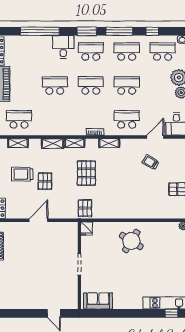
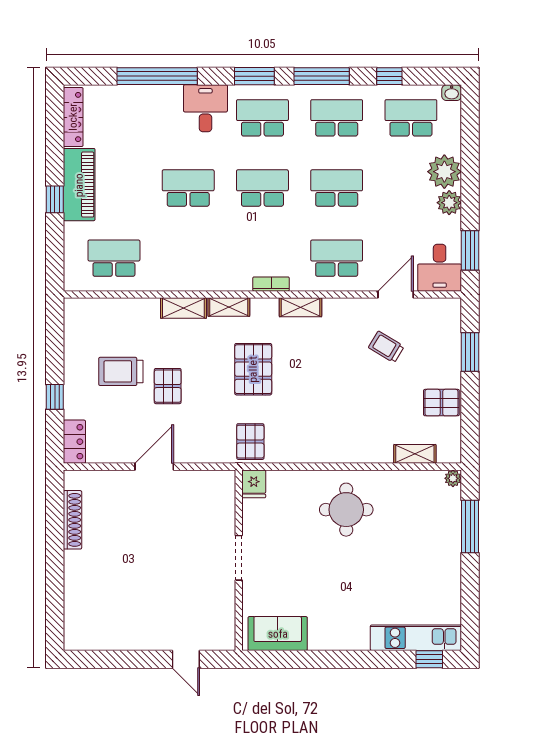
shelving: (18, 143) -> (415, 454), moved
round table: (131, 241) -> (346, 510), turned -32

